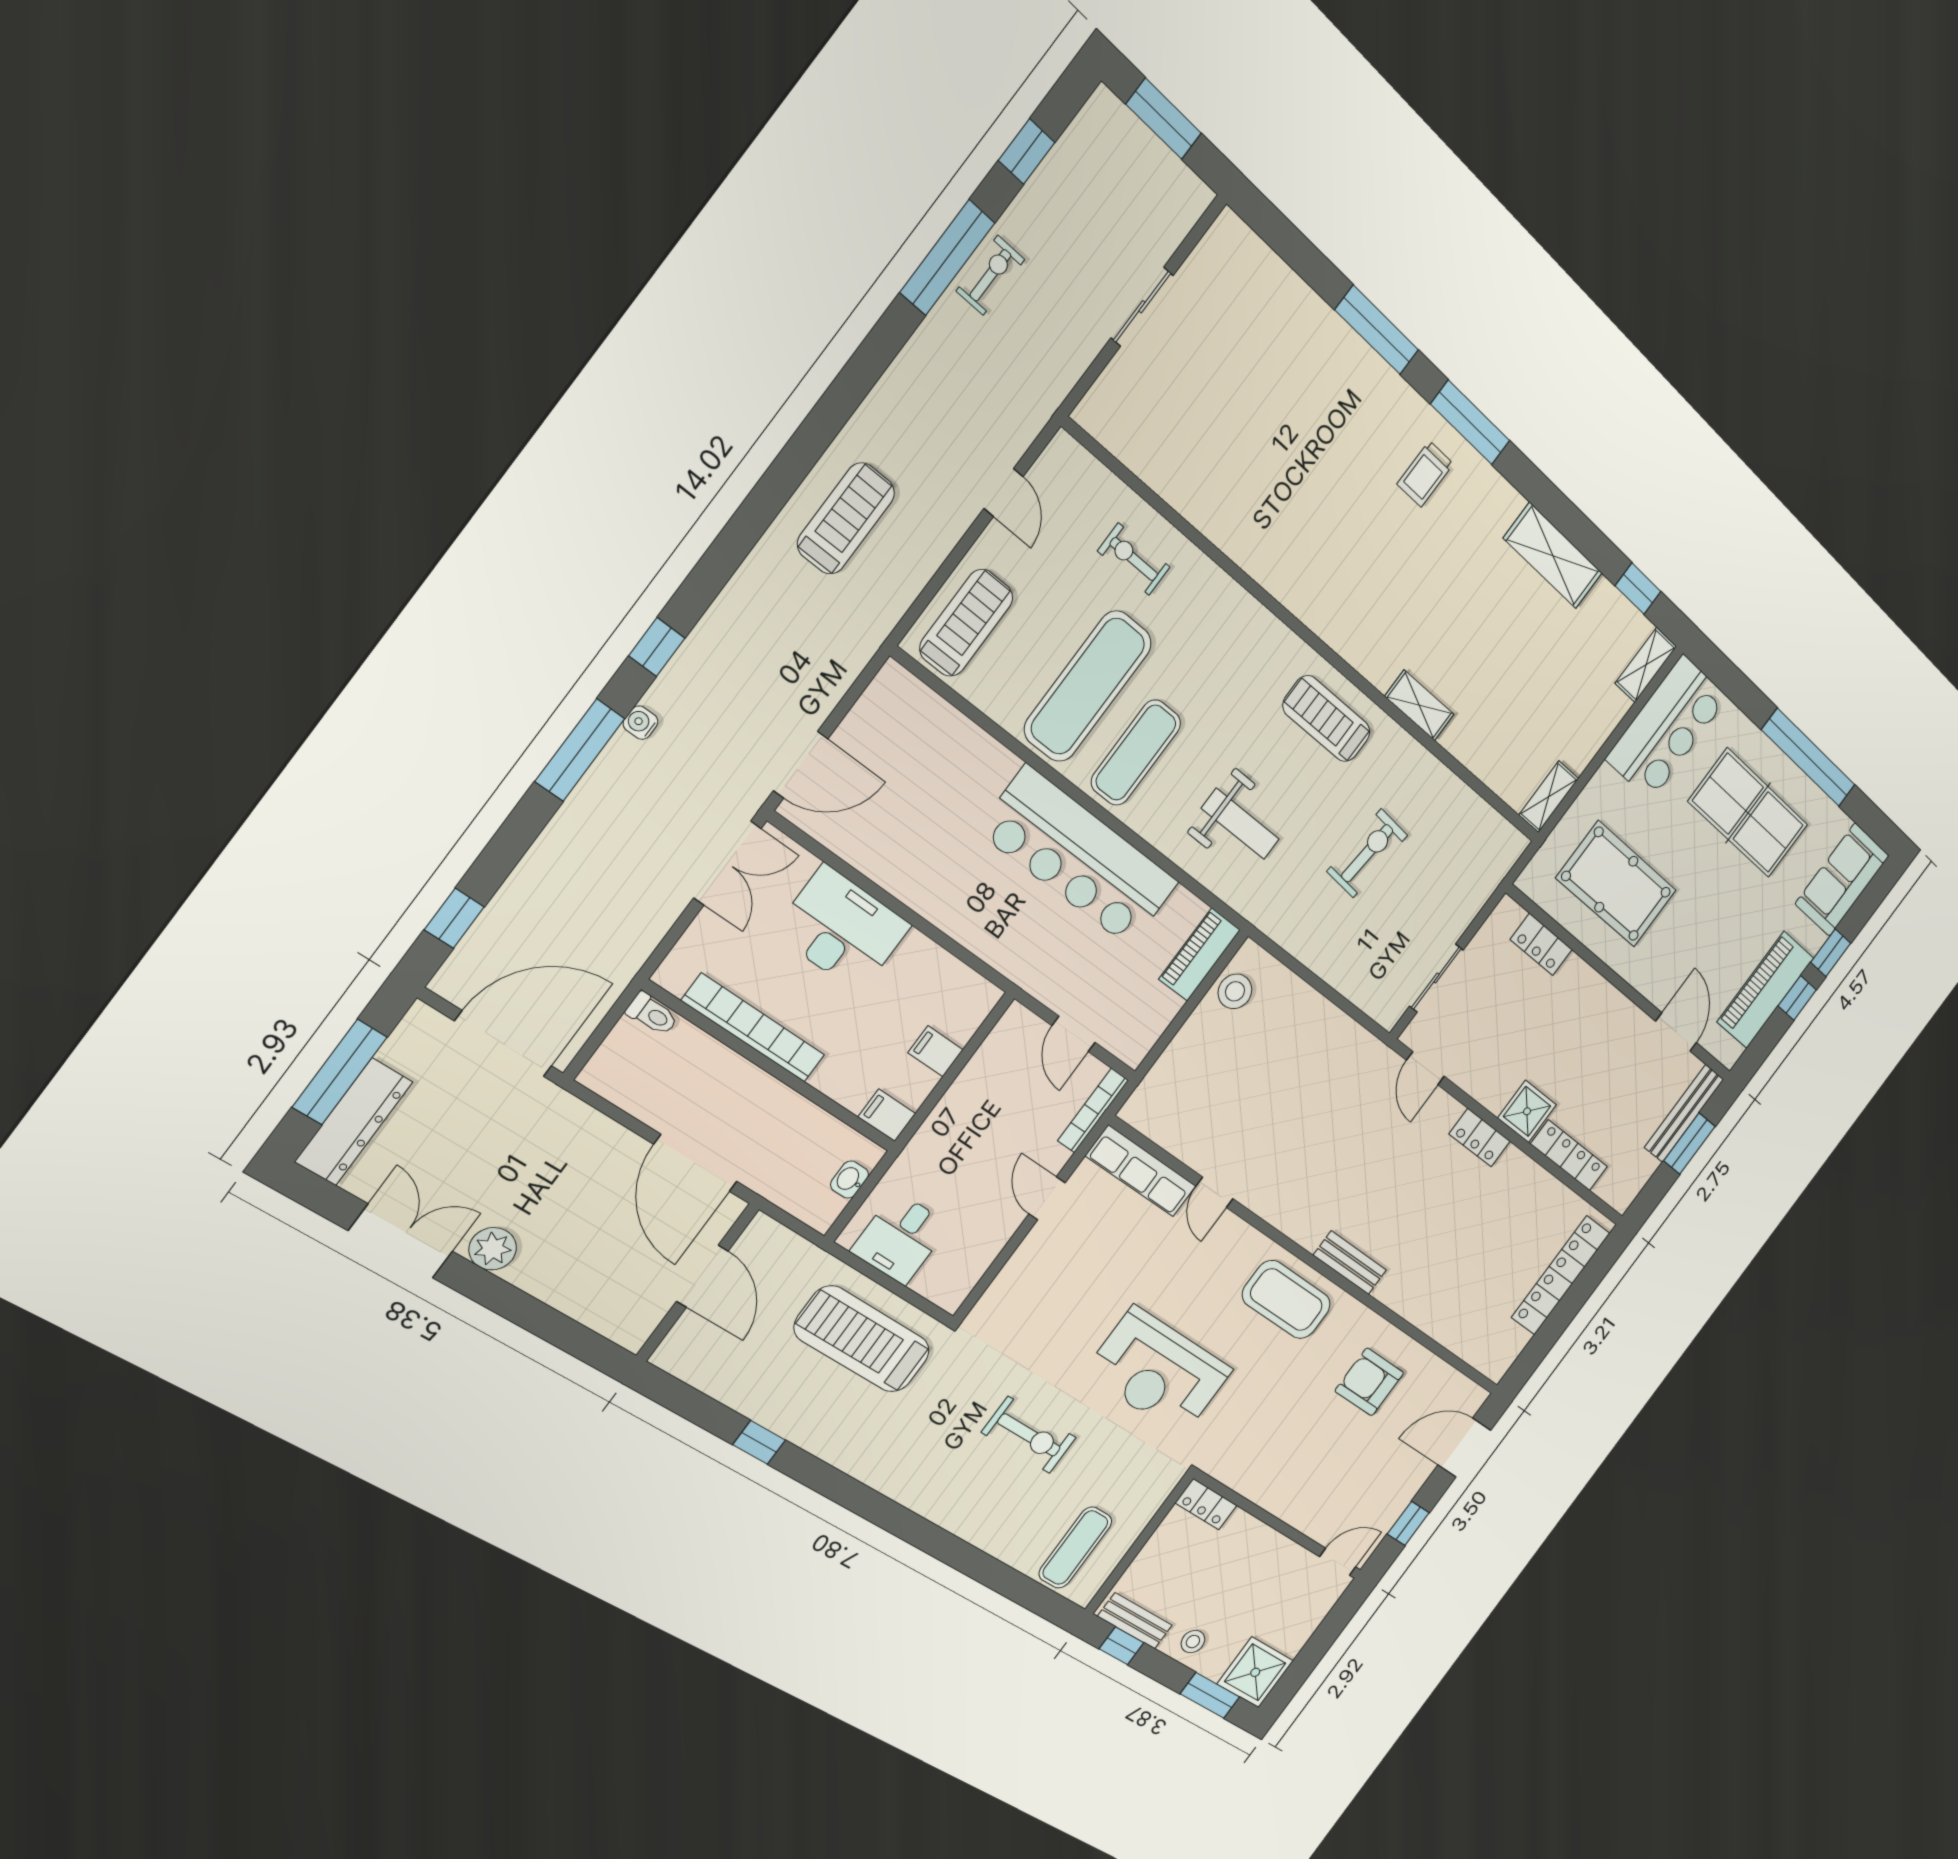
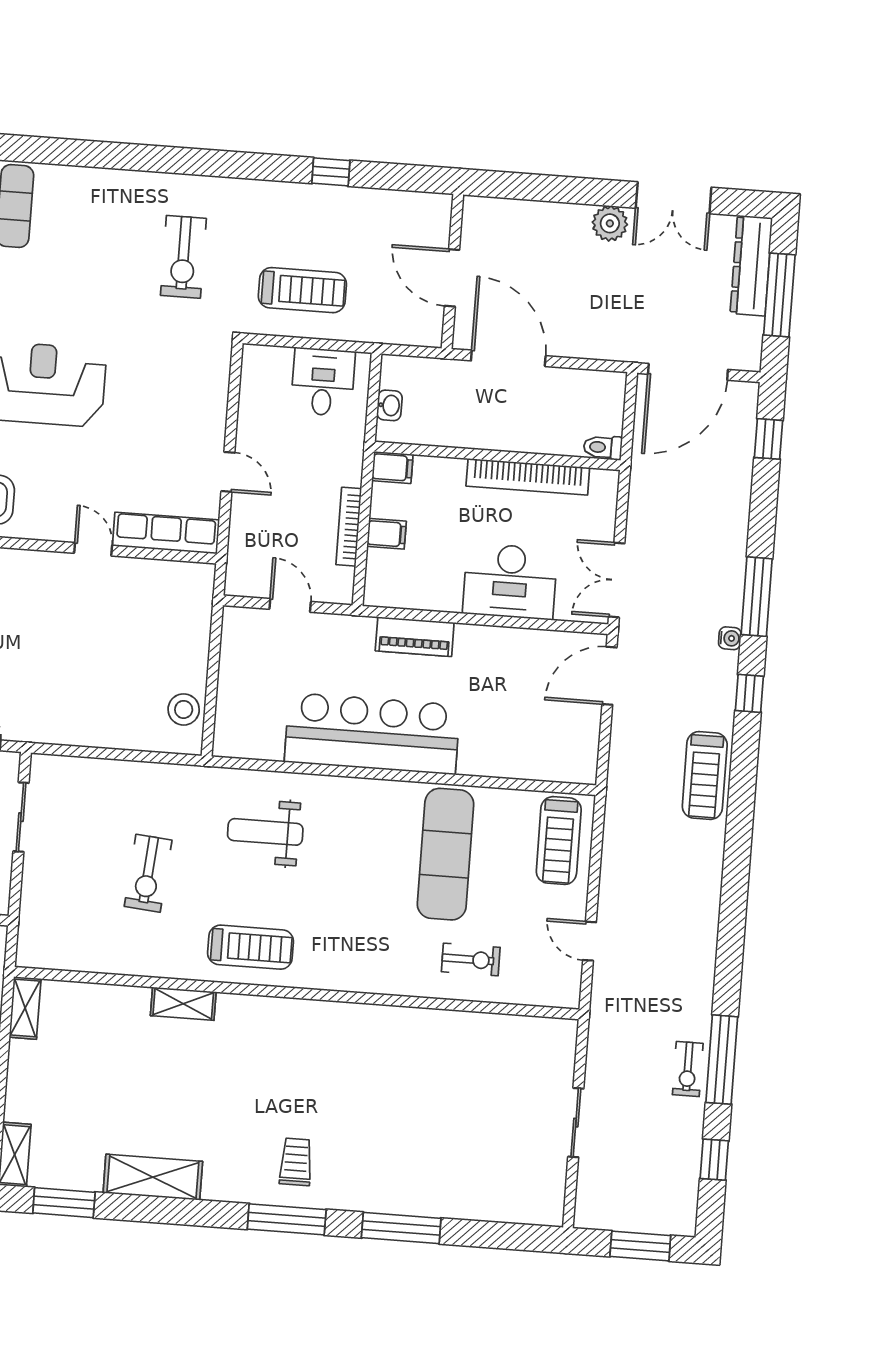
treadmill: (846, 518) -> (705, 775), moved
window: (1638, 589) -> (64, 1203), width x1.50
exercise mat: (1136, 753) -> (380, 832), removed
piano: (1199, 955) -> (415, 637), moved, turned 90
bookcase: (1093, 1110) -> (349, 527), moved, turned 180
treadmill: (862, 1339) -> (302, 290), width x0.73, depth x0.73
exercise bike: (1029, 1435) -> (183, 257), moved, turned -90

